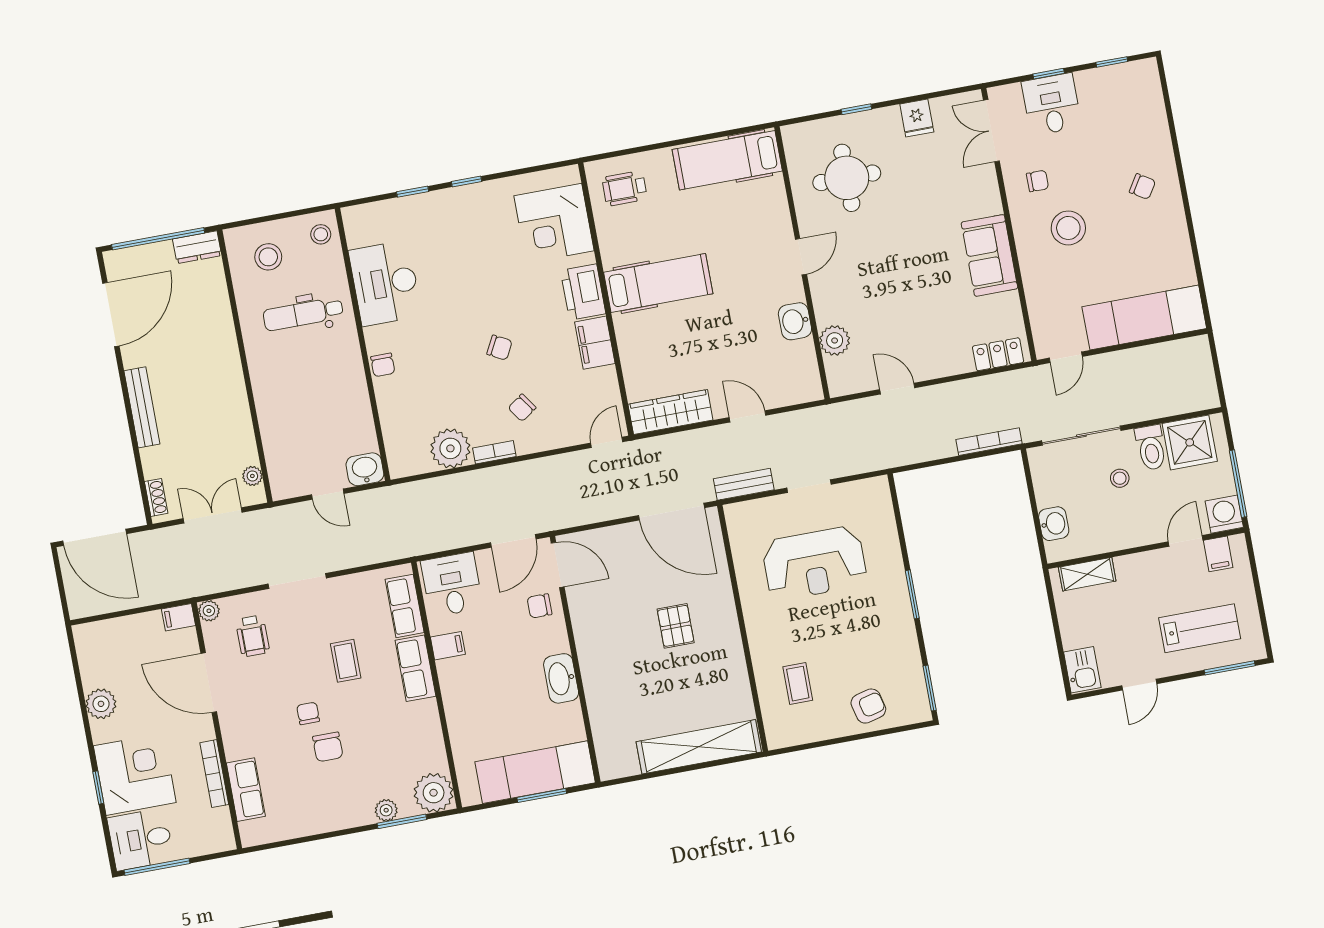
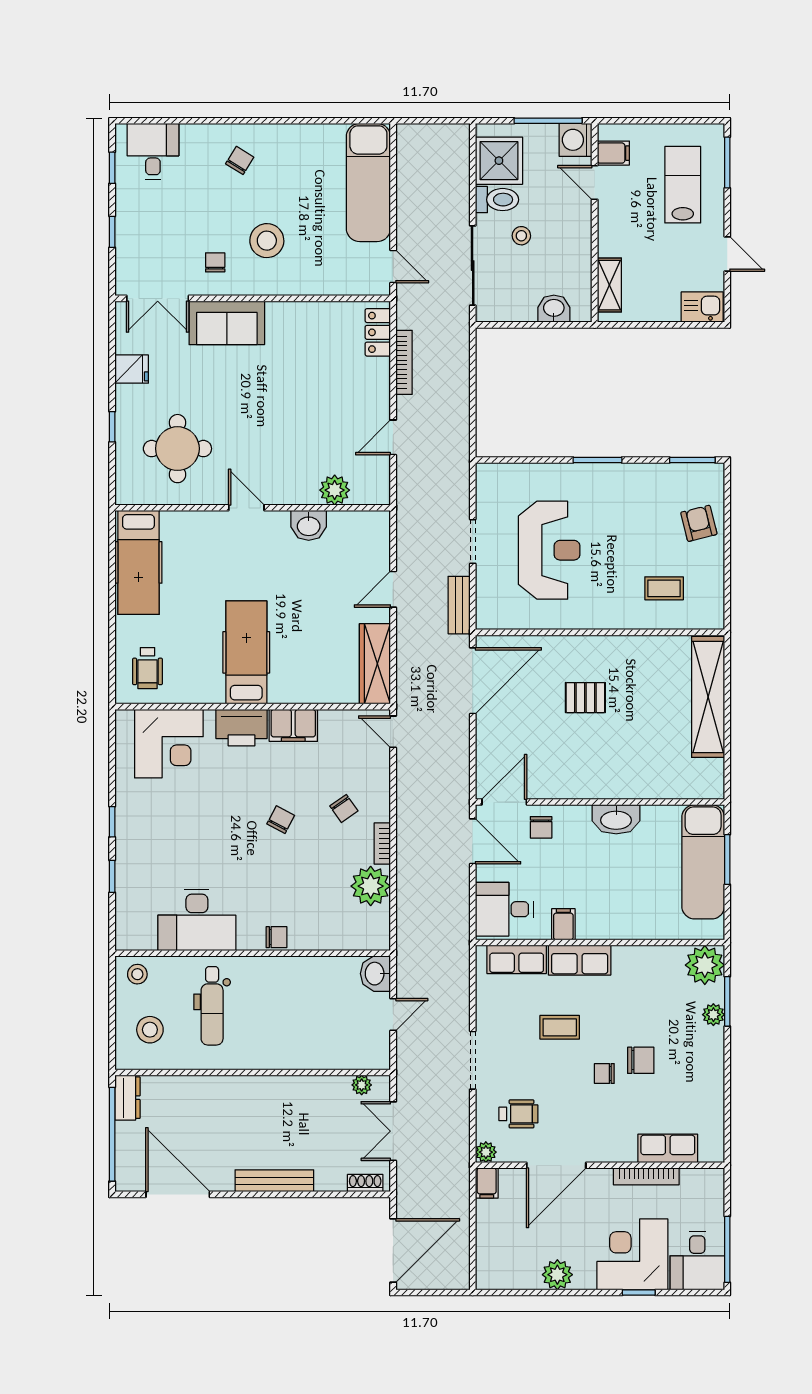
desk: (1052, 104) -> (153, 151), moved, turned 90
sofa: (989, 255) -> (227, 323), moved
bookcase: (989, 442) -> (404, 362), moved, turned 180

